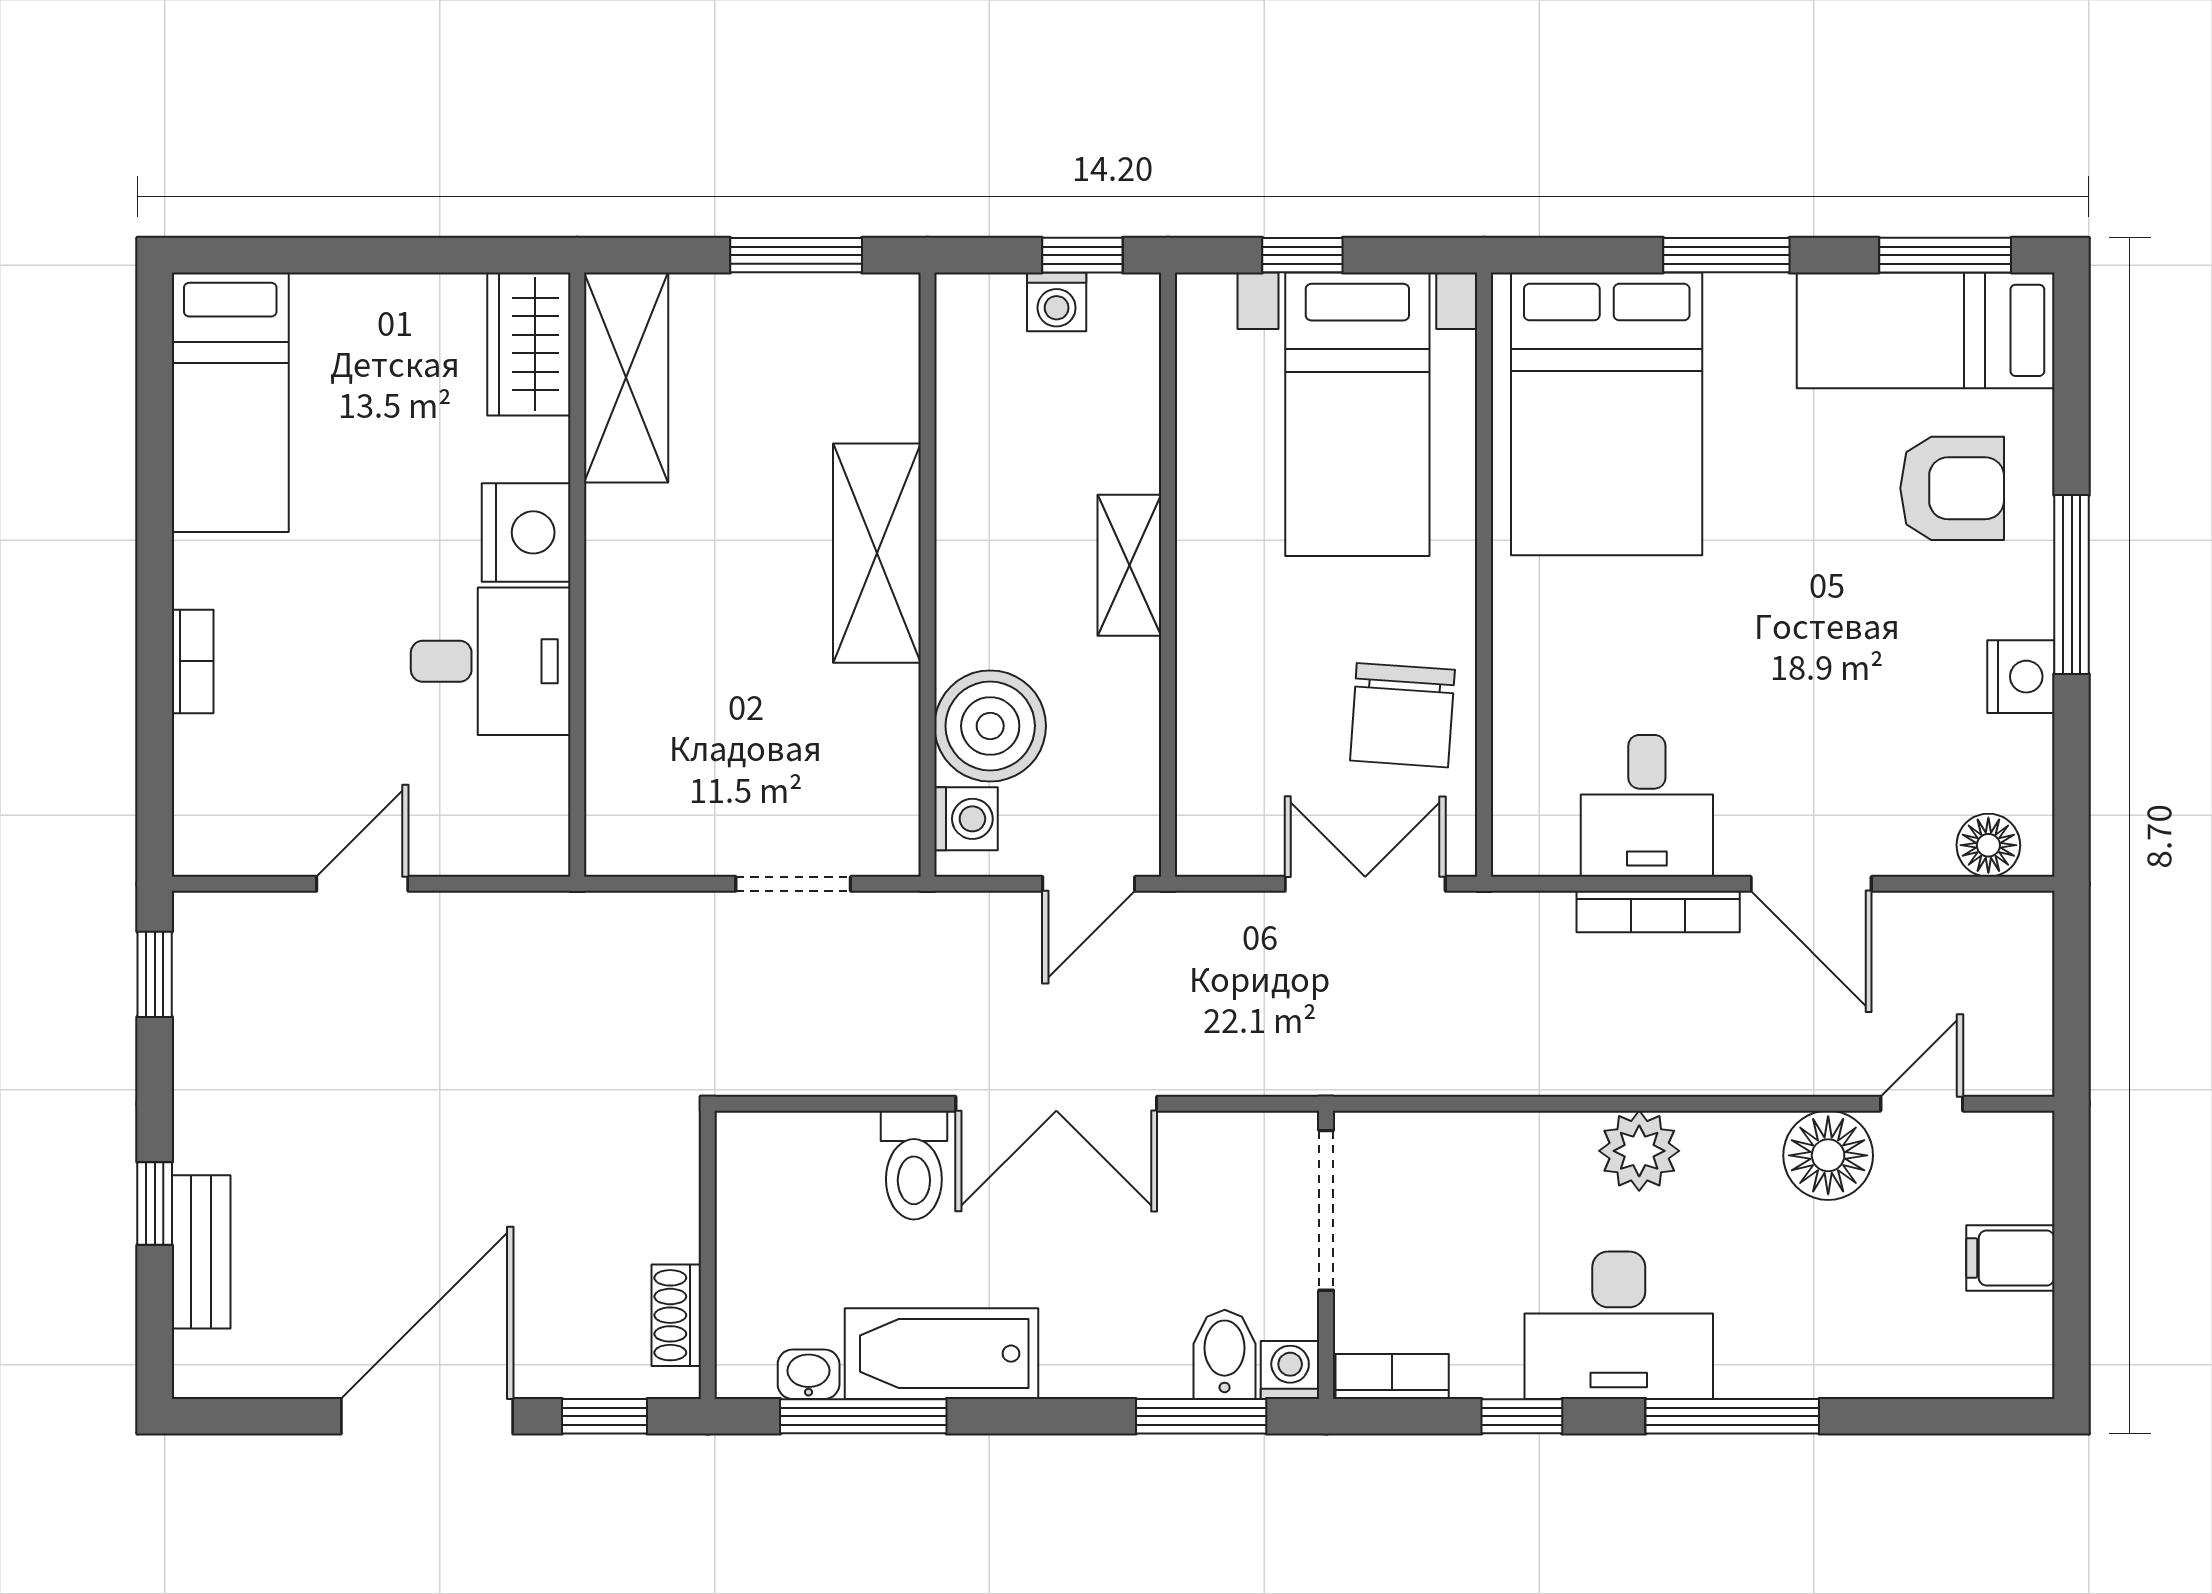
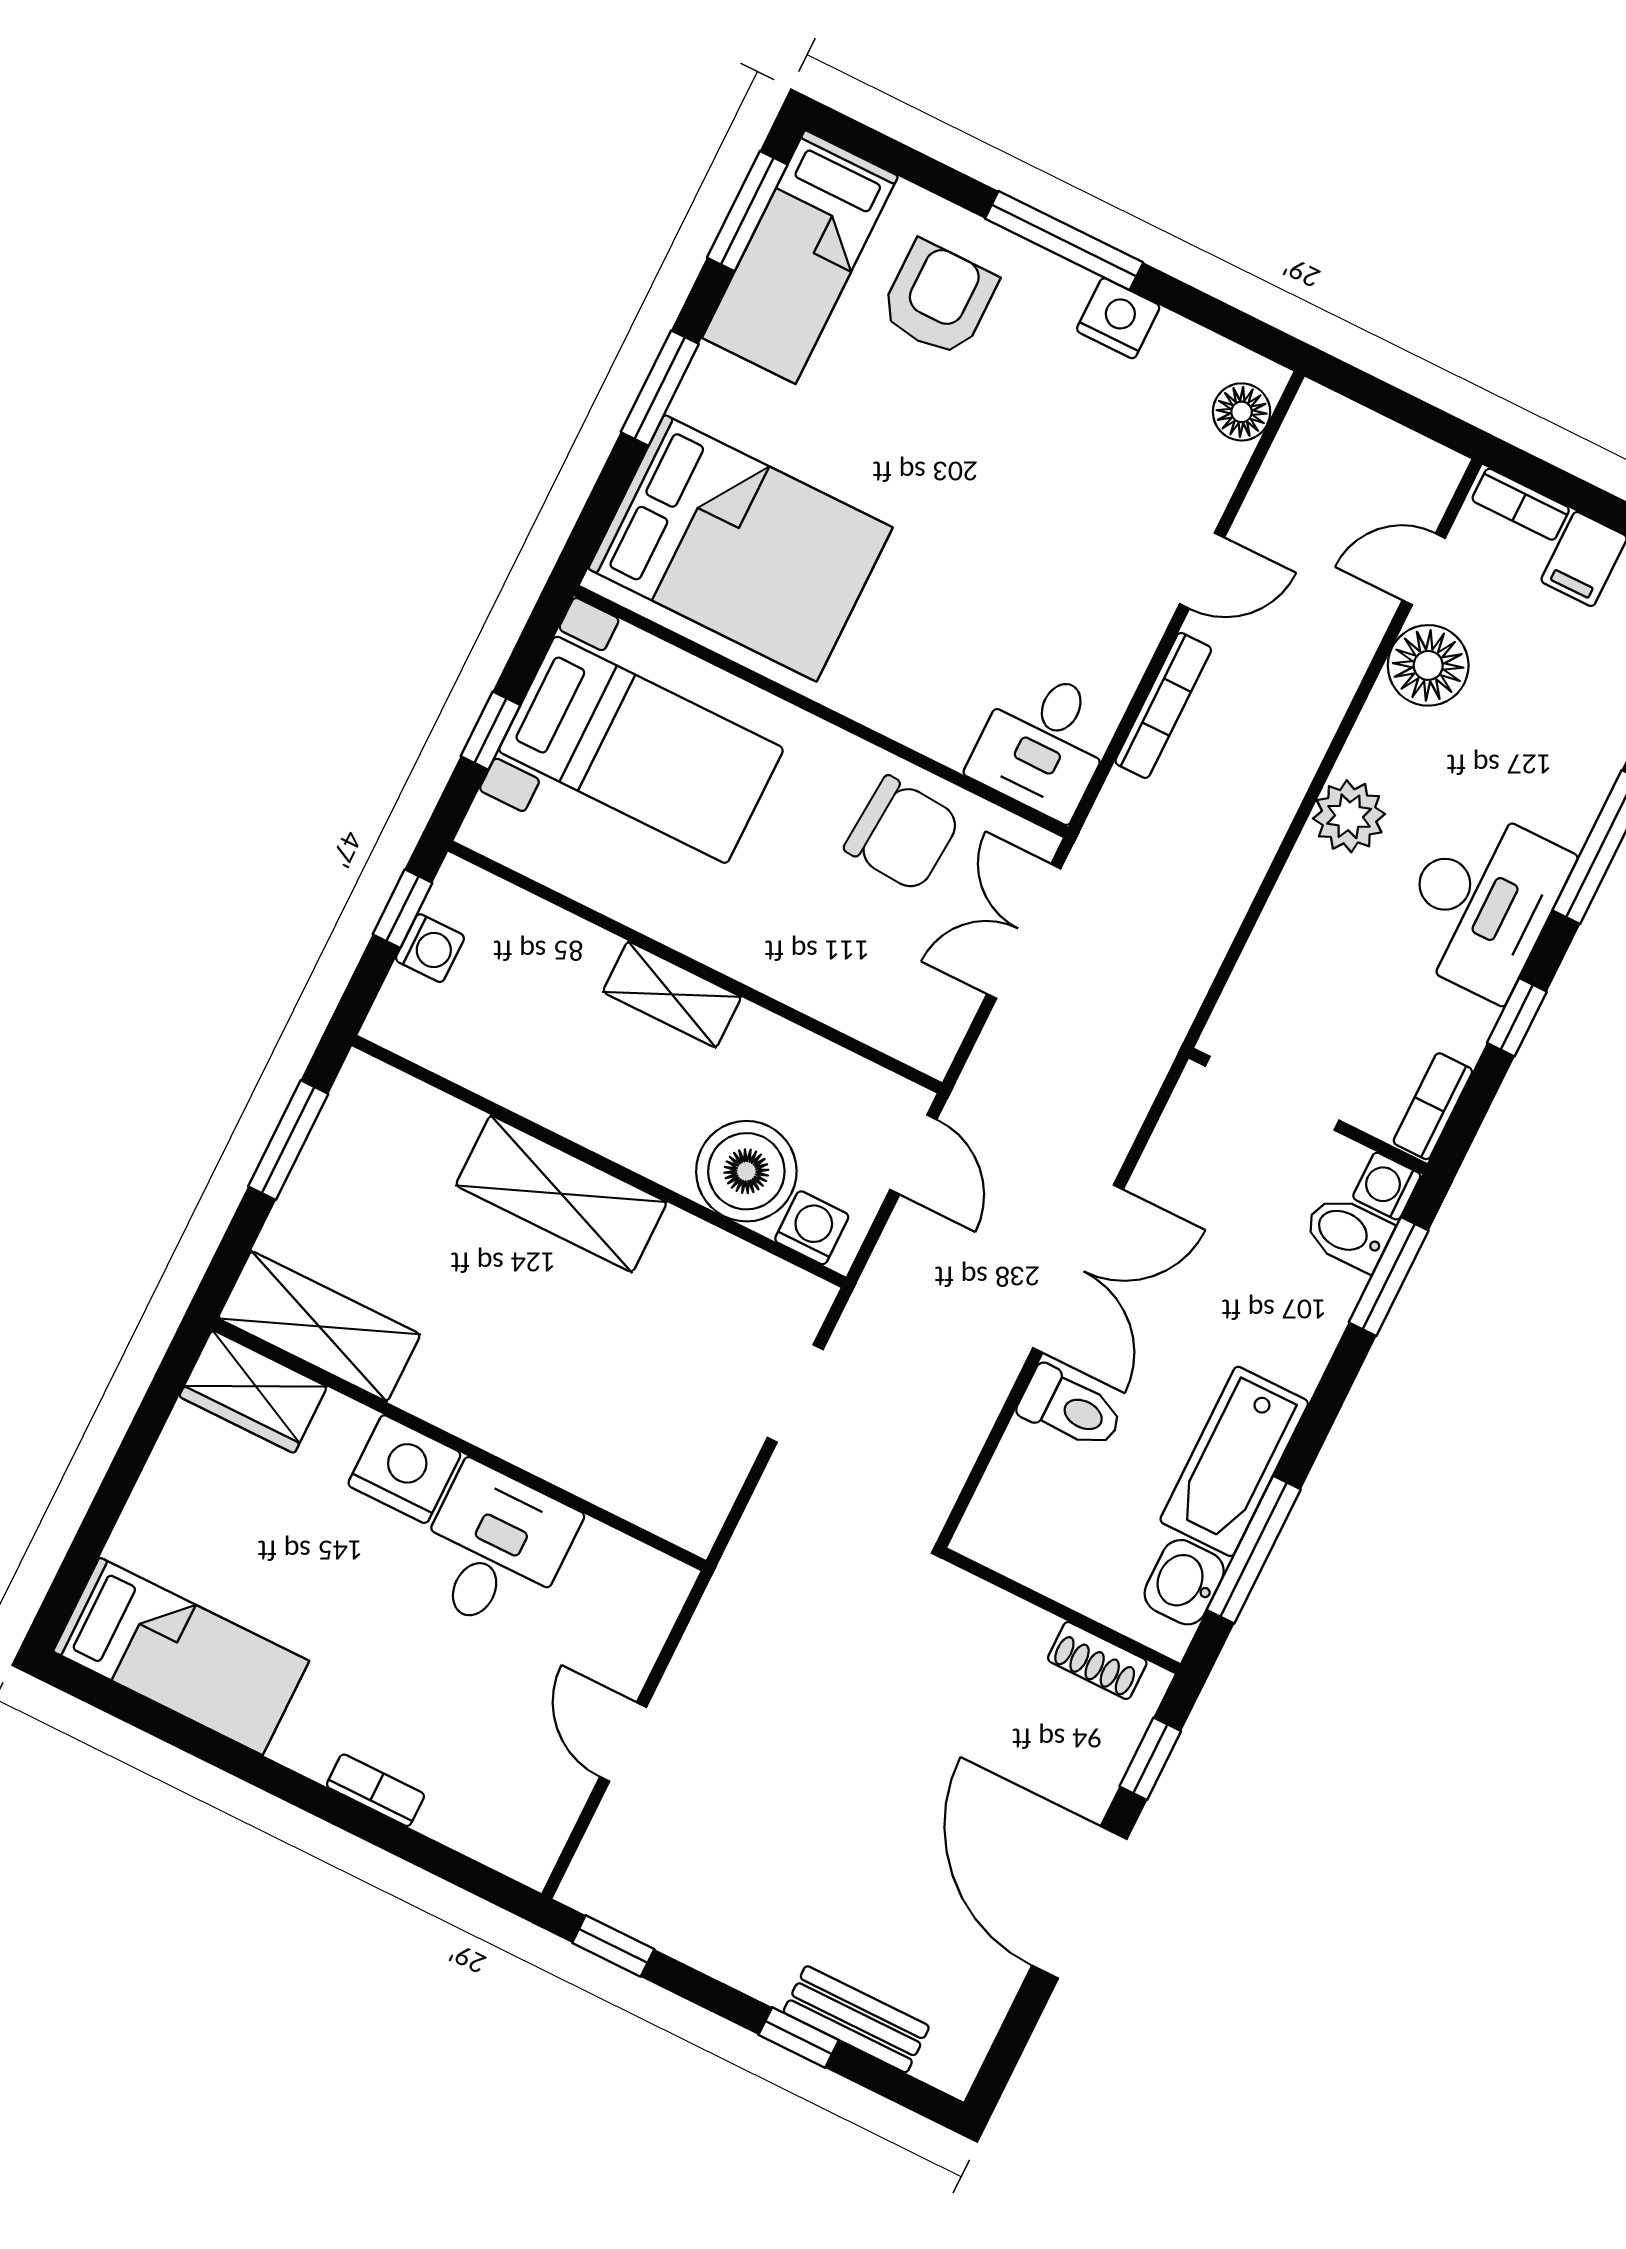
desk: (1647, 806) -> (1044, 743), moved, turned 90
door: (1811, 884) -> (1202, 571), width x0.73
door: (1922, 1104) -> (1424, 569), hinge flipped
bookcase: (2034, 1168) -> (1521, 504), added
washbasin: (809, 1374) -> (1184, 1582), width x1.38, depth x1.45

